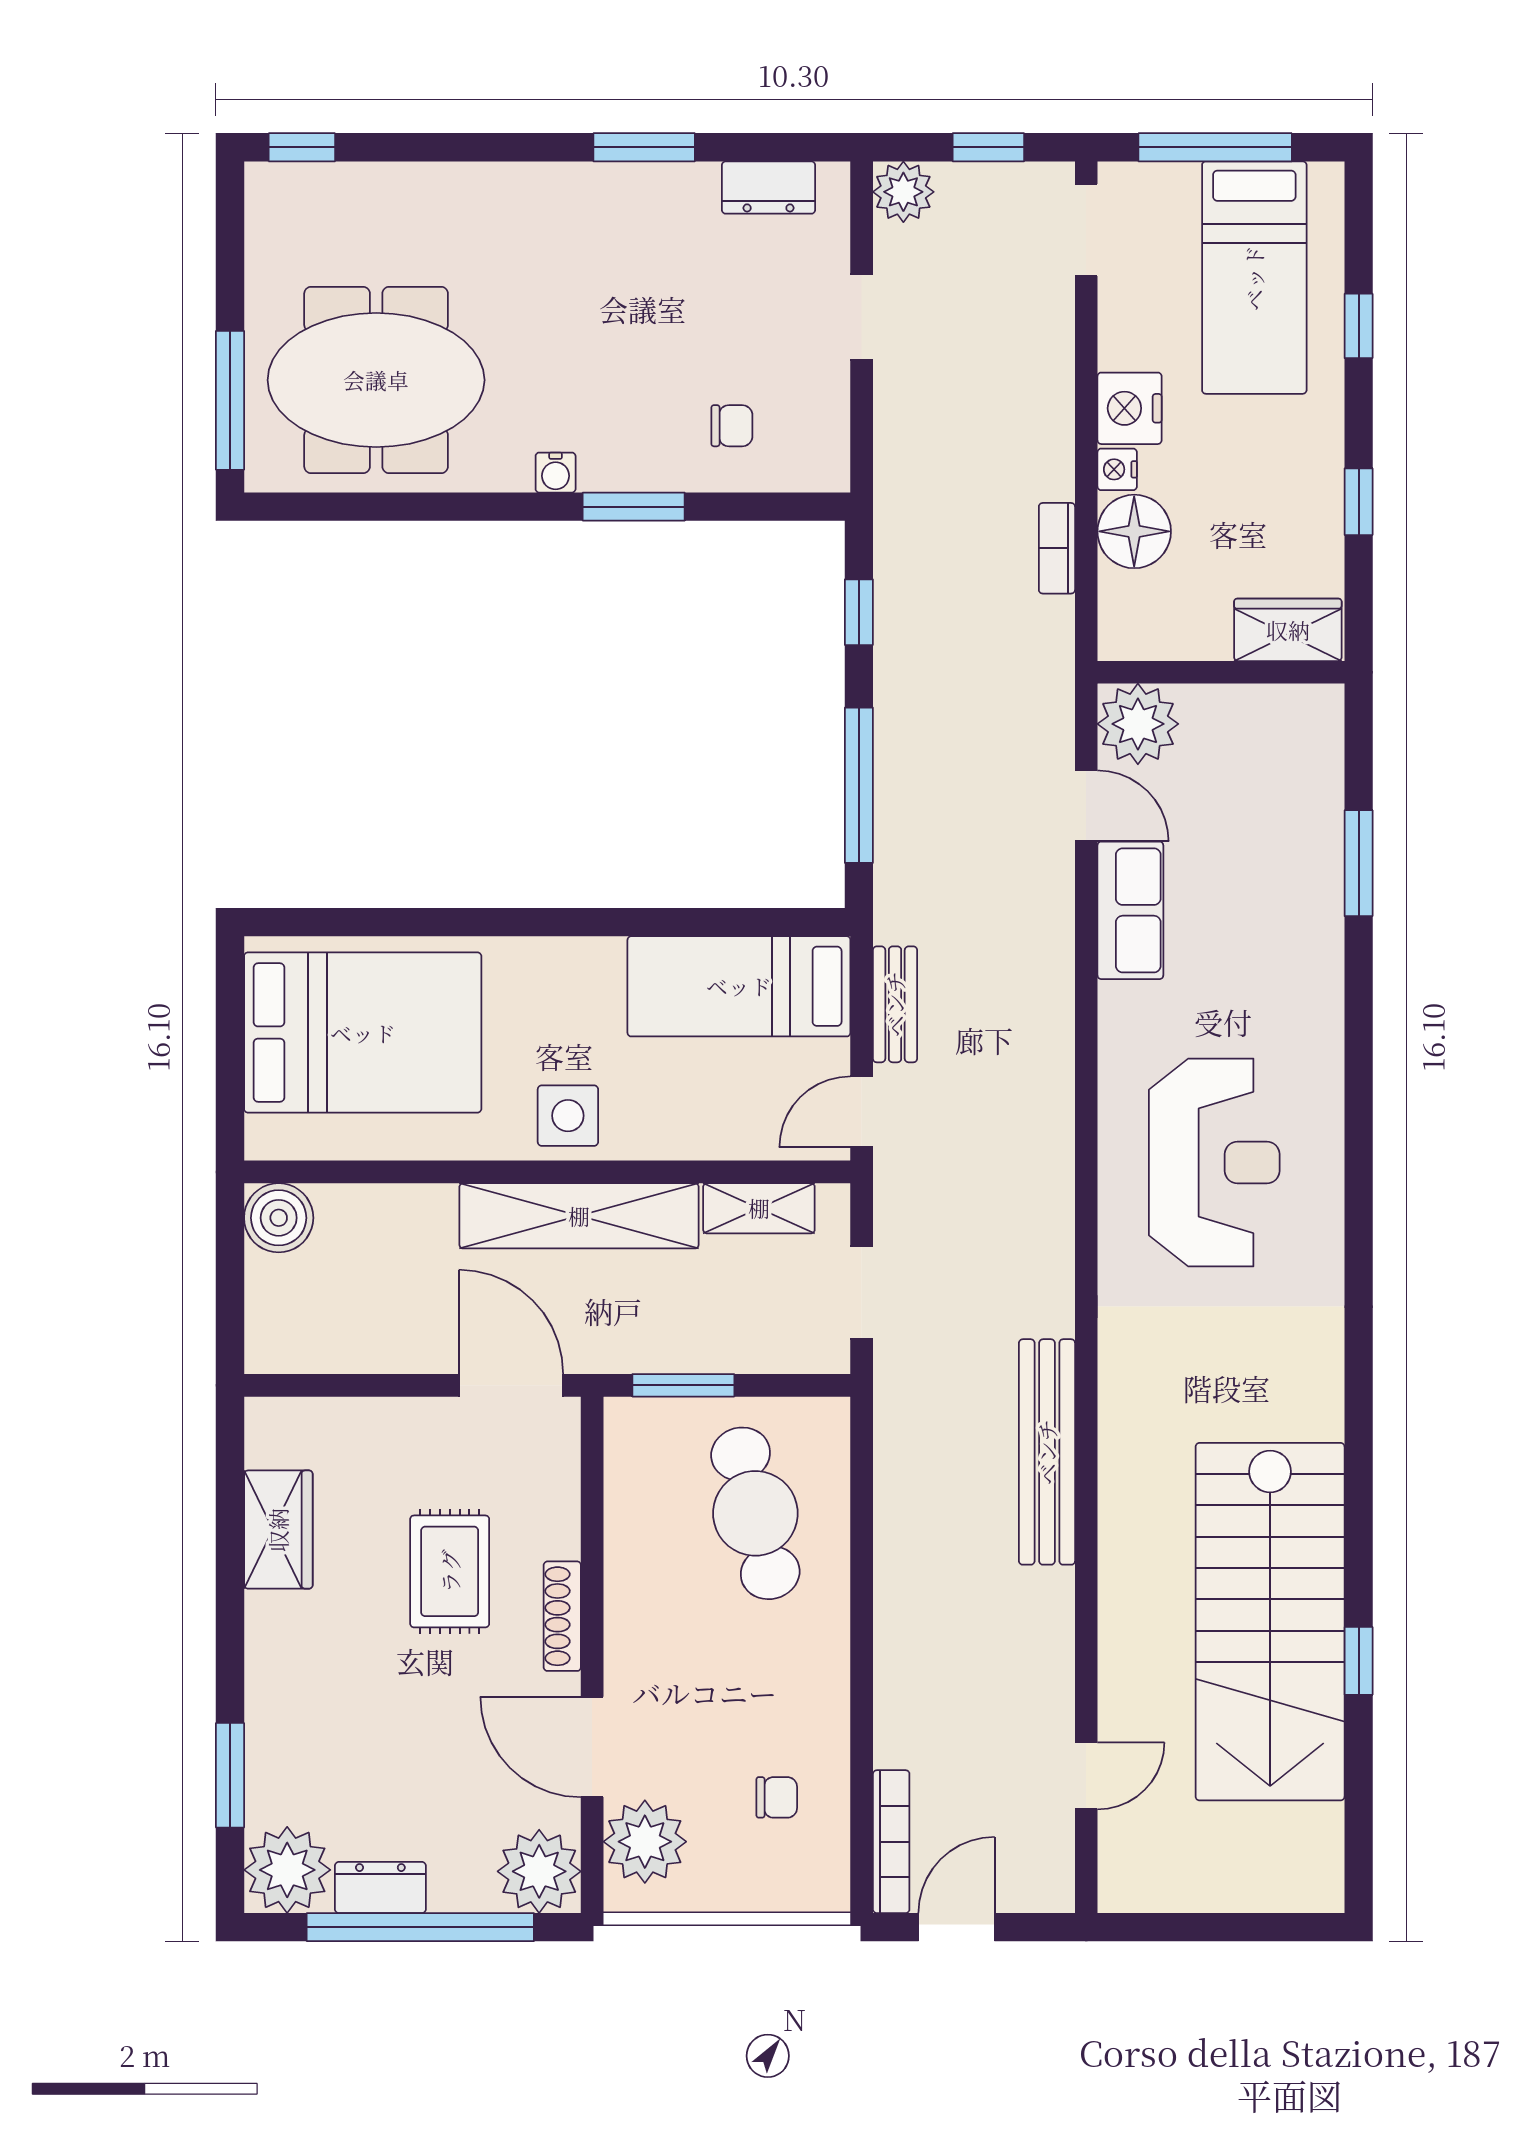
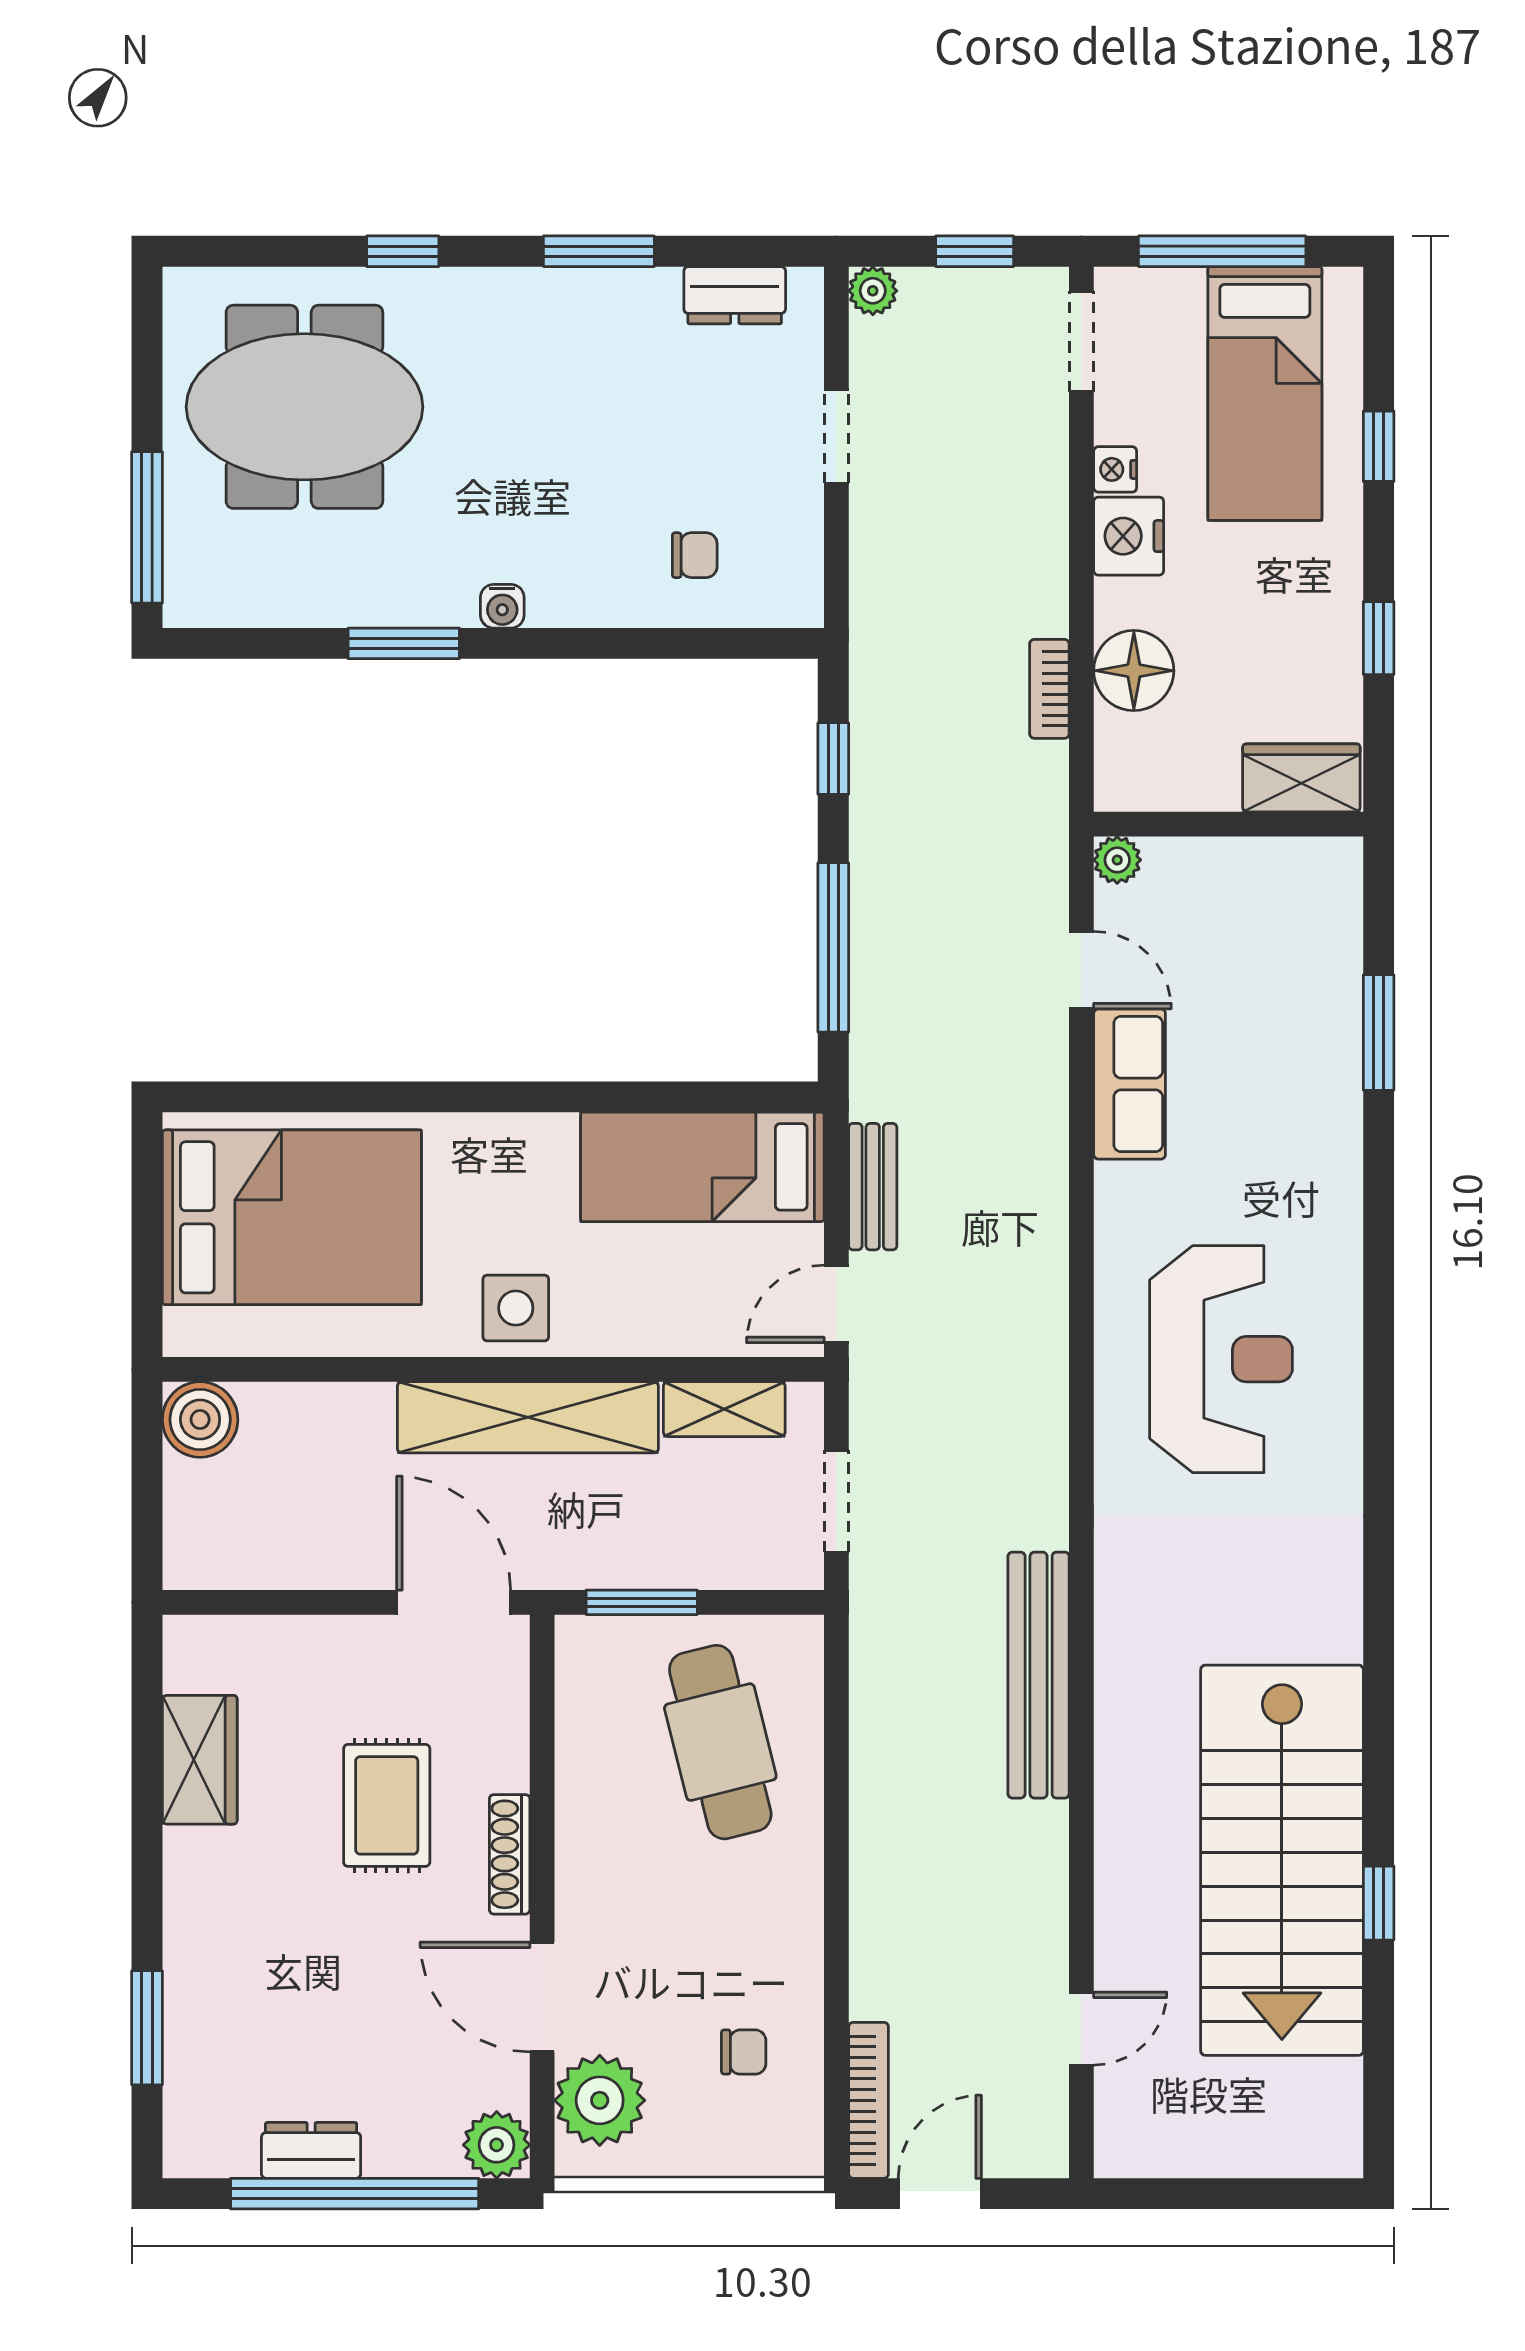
window: (302, 147) -> (403, 251), moved
plant: (903, 192) -> (873, 291), width x0.73, depth x0.73
meeting table: (376, 380) -> (304, 407), moved
nightstand: (1117, 469) -> (1115, 469), moved
window: (634, 507) -> (404, 643), moved
plant: (1138, 724) -> (1117, 860), width x0.53, depth x0.53
plant: (287, 1870) -> (209, 2131), removed
plant: (539, 1871) -> (497, 2145), width x0.73, depth x0.73

